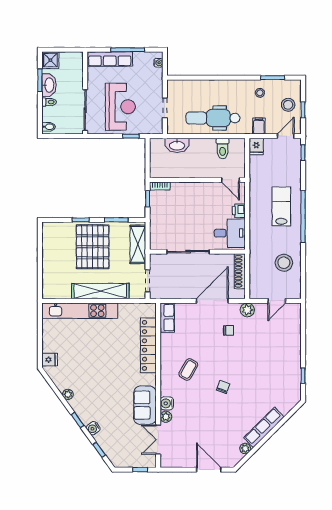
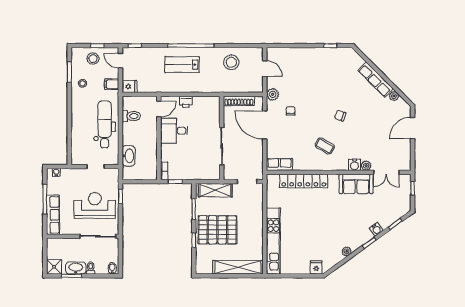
dental chair: (213, 118) -> (105, 124), turned 180
desk: (230, 233) -> (174, 131), moved, turned -90
shelving: (100, 291) -> (238, 267), moved, turned 90

